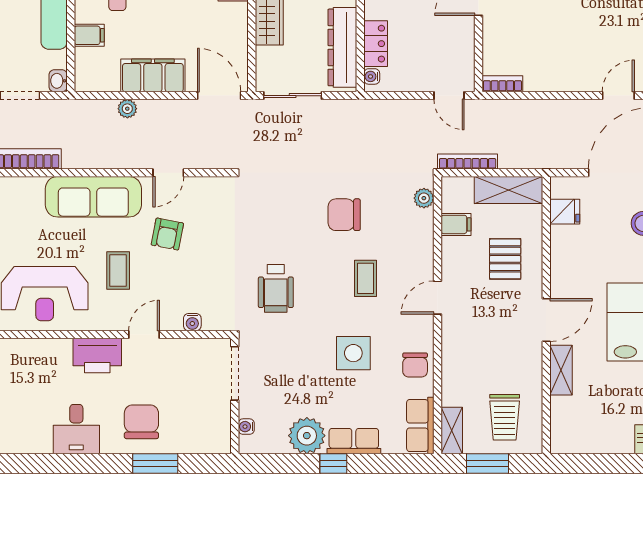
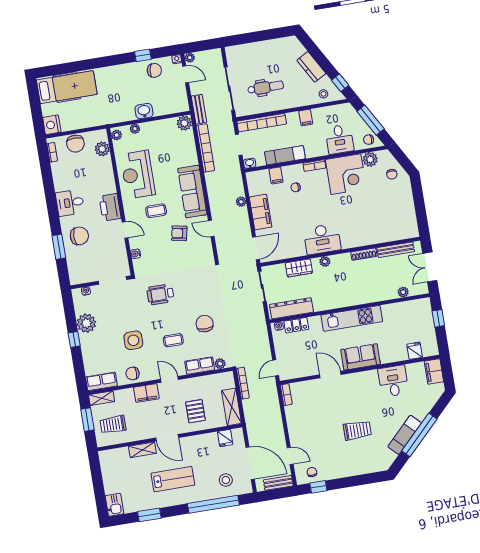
filing cabinet: (456, 224) -> (146, 393), moved, width x2.00
pallet: (505, 259) -> (195, 411), turned 90
row of seats: (354, 441) -> (200, 366), moved, turned -90

